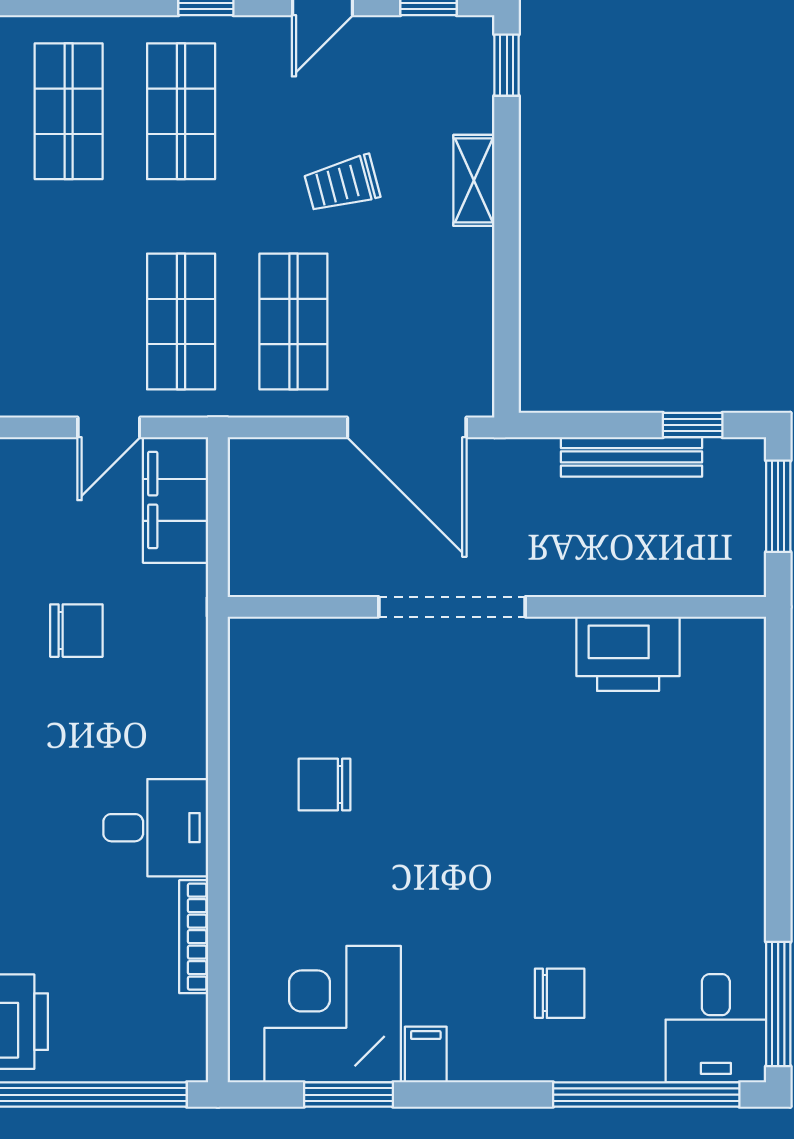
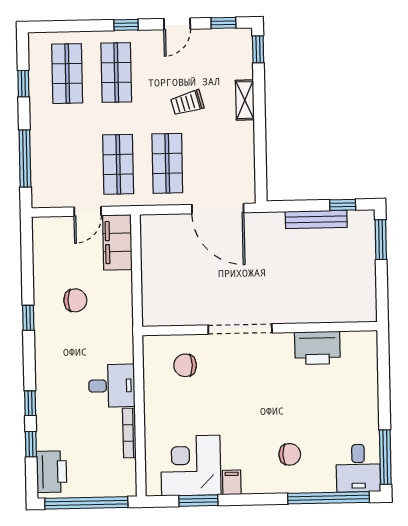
doorway: (452, 607) -> (240, 329), moved
wall: (497, 607) -> (260, 329), moved
printer: (628, 654) -> (317, 348), moved

